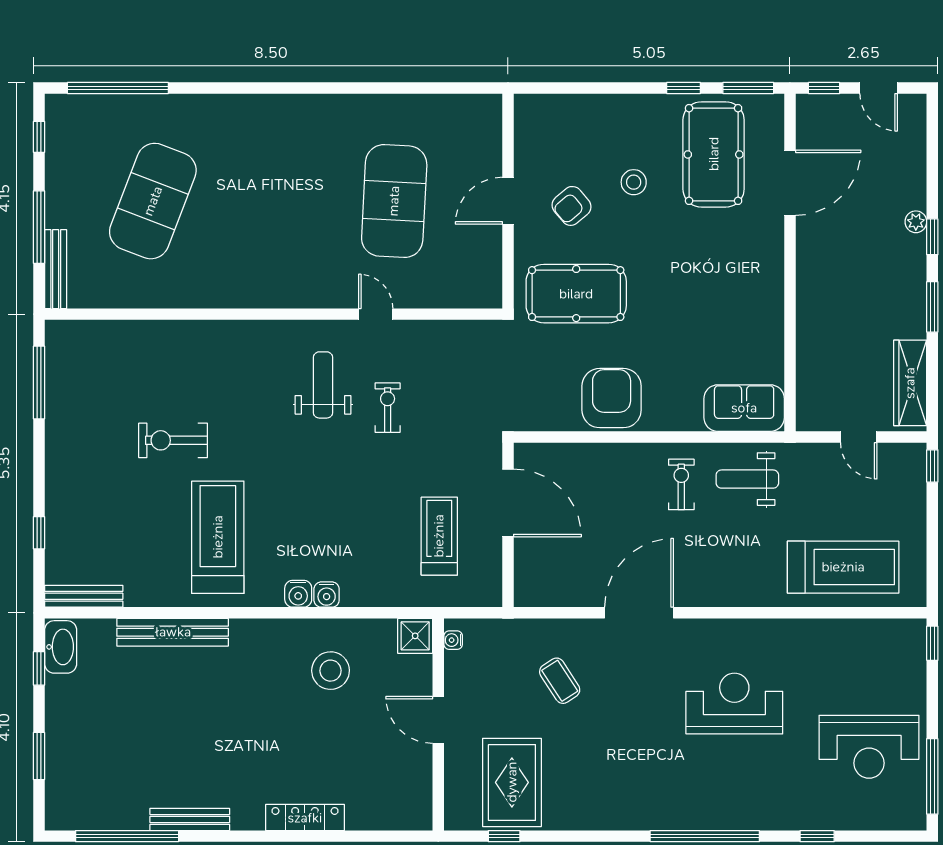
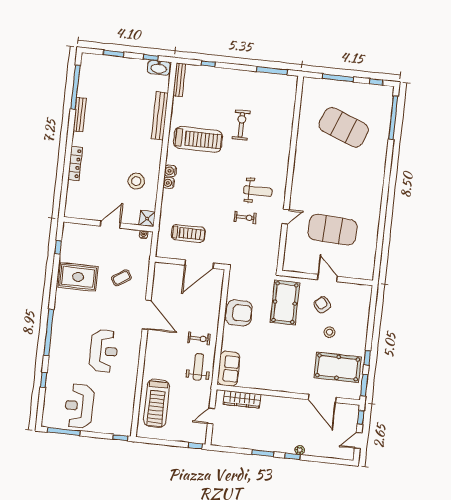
bench: (56, 269) -> (319, 83), removed
wardrobe: (910, 383) -> (242, 399), moved, turned 180
rug: (512, 782) -> (78, 277), moved

